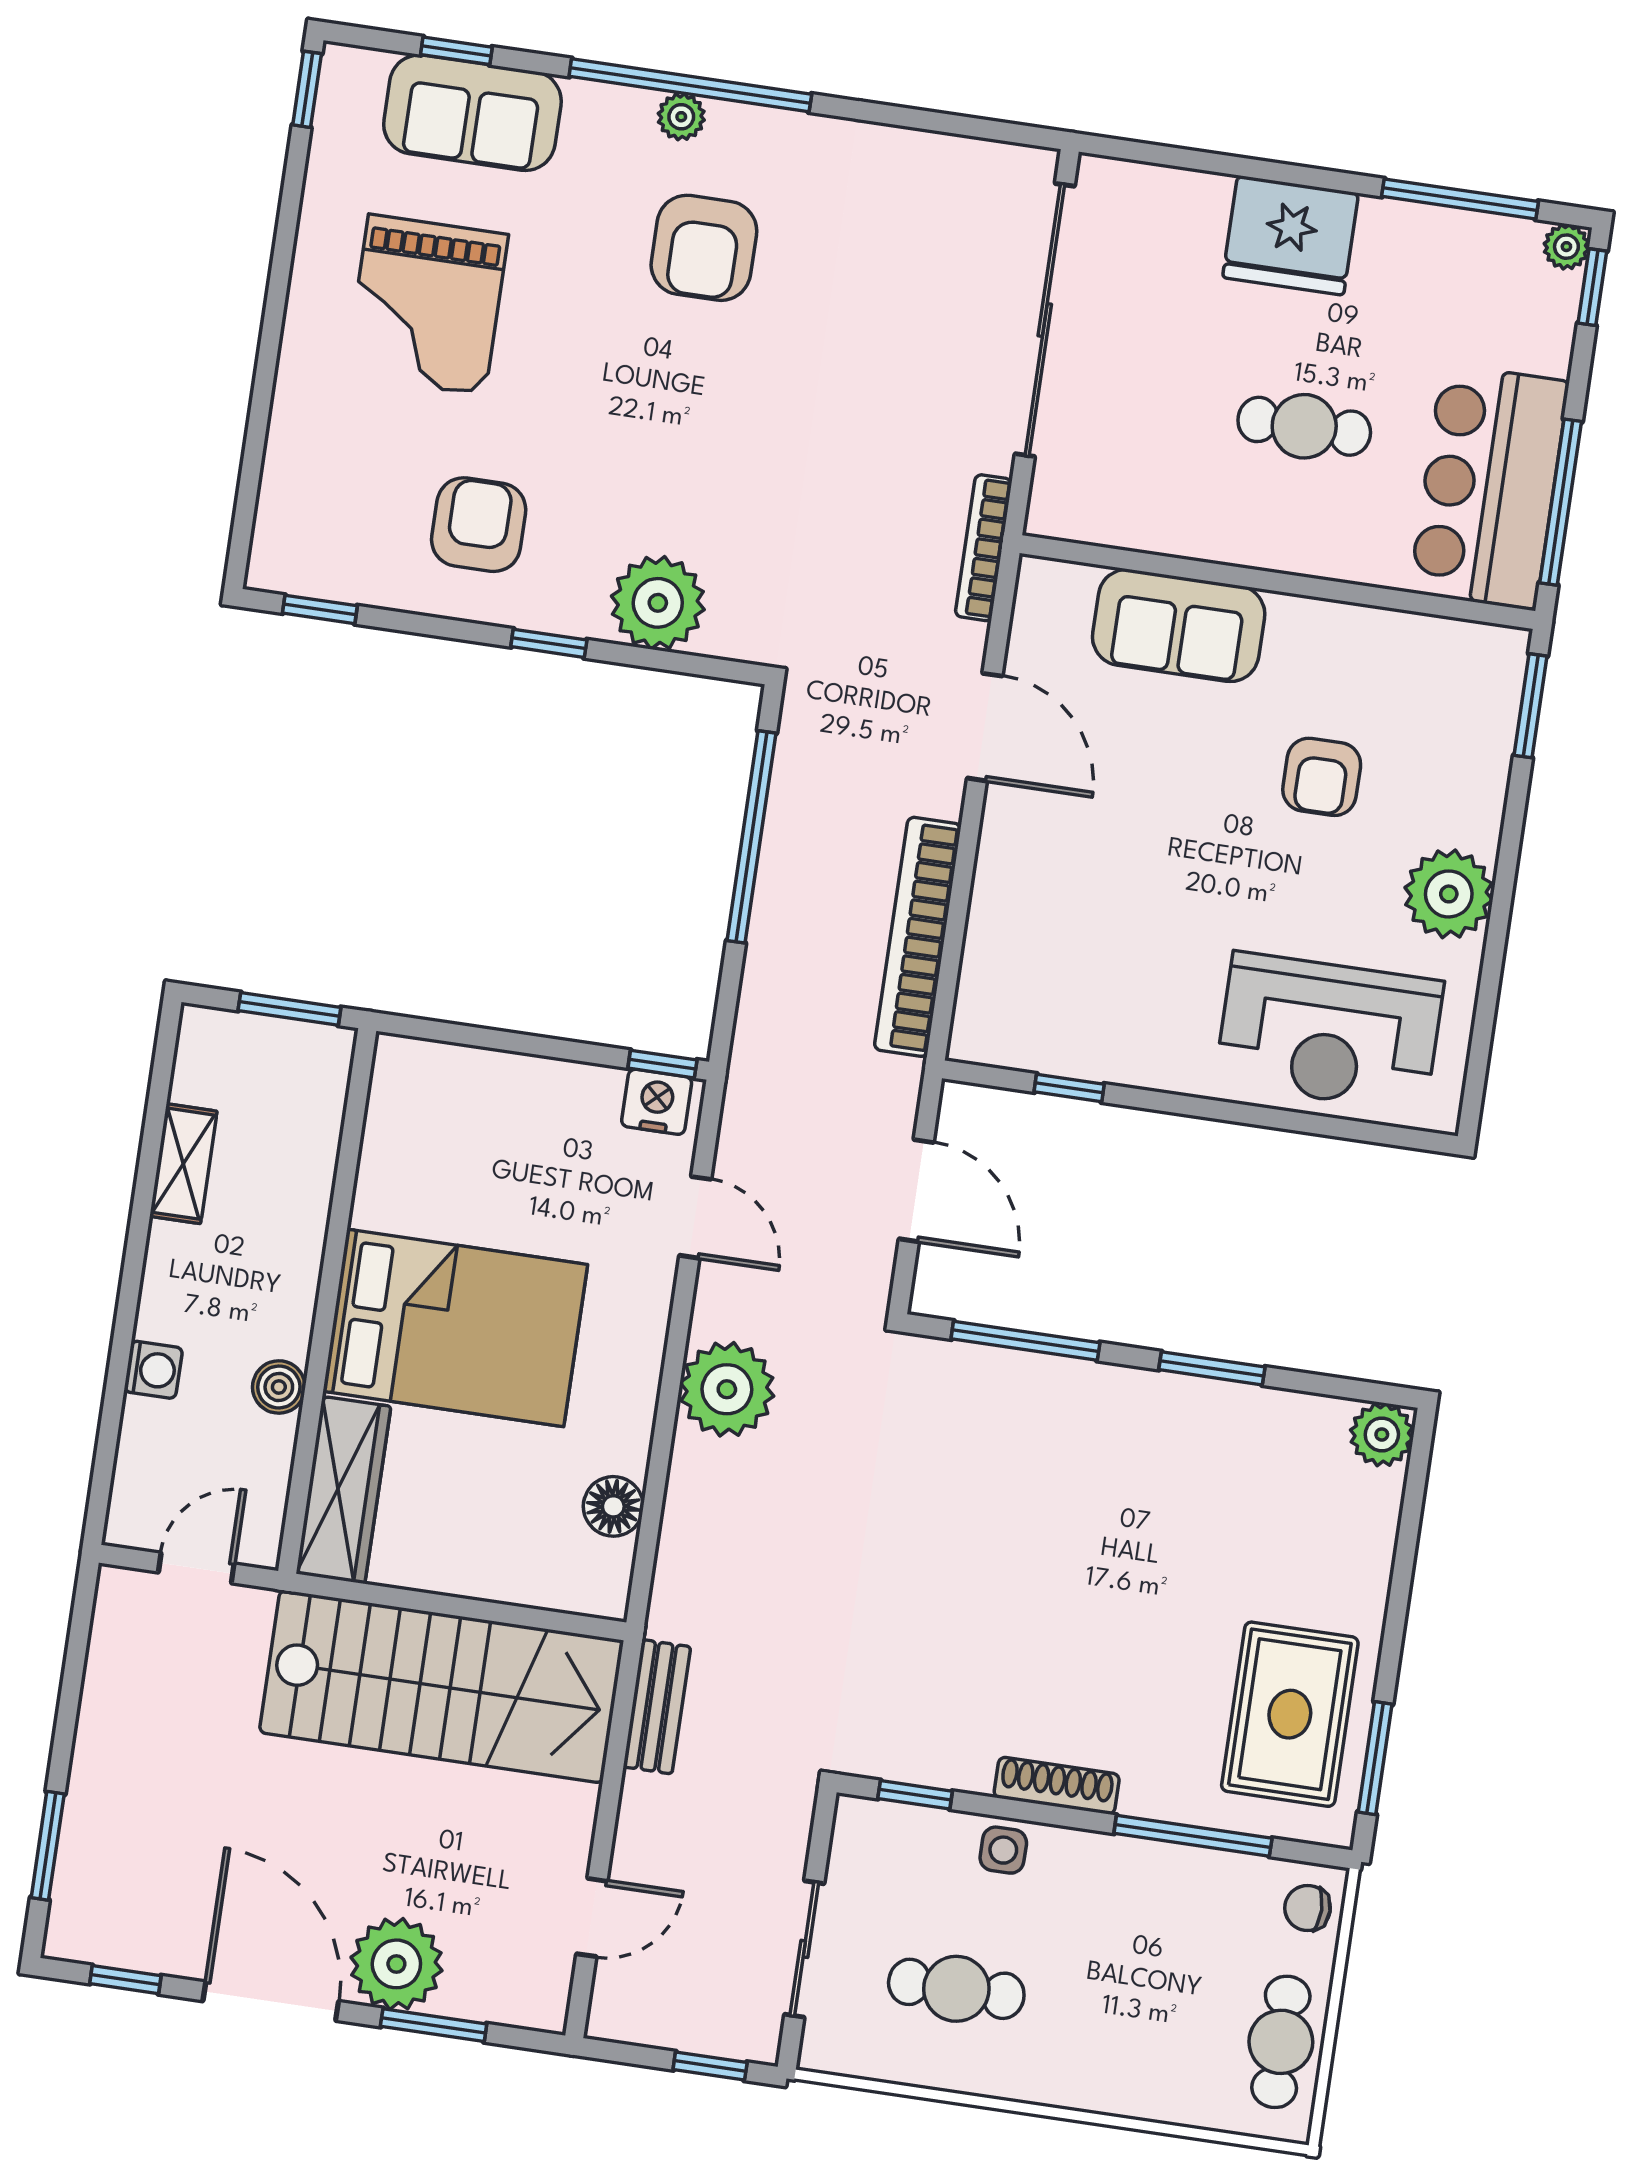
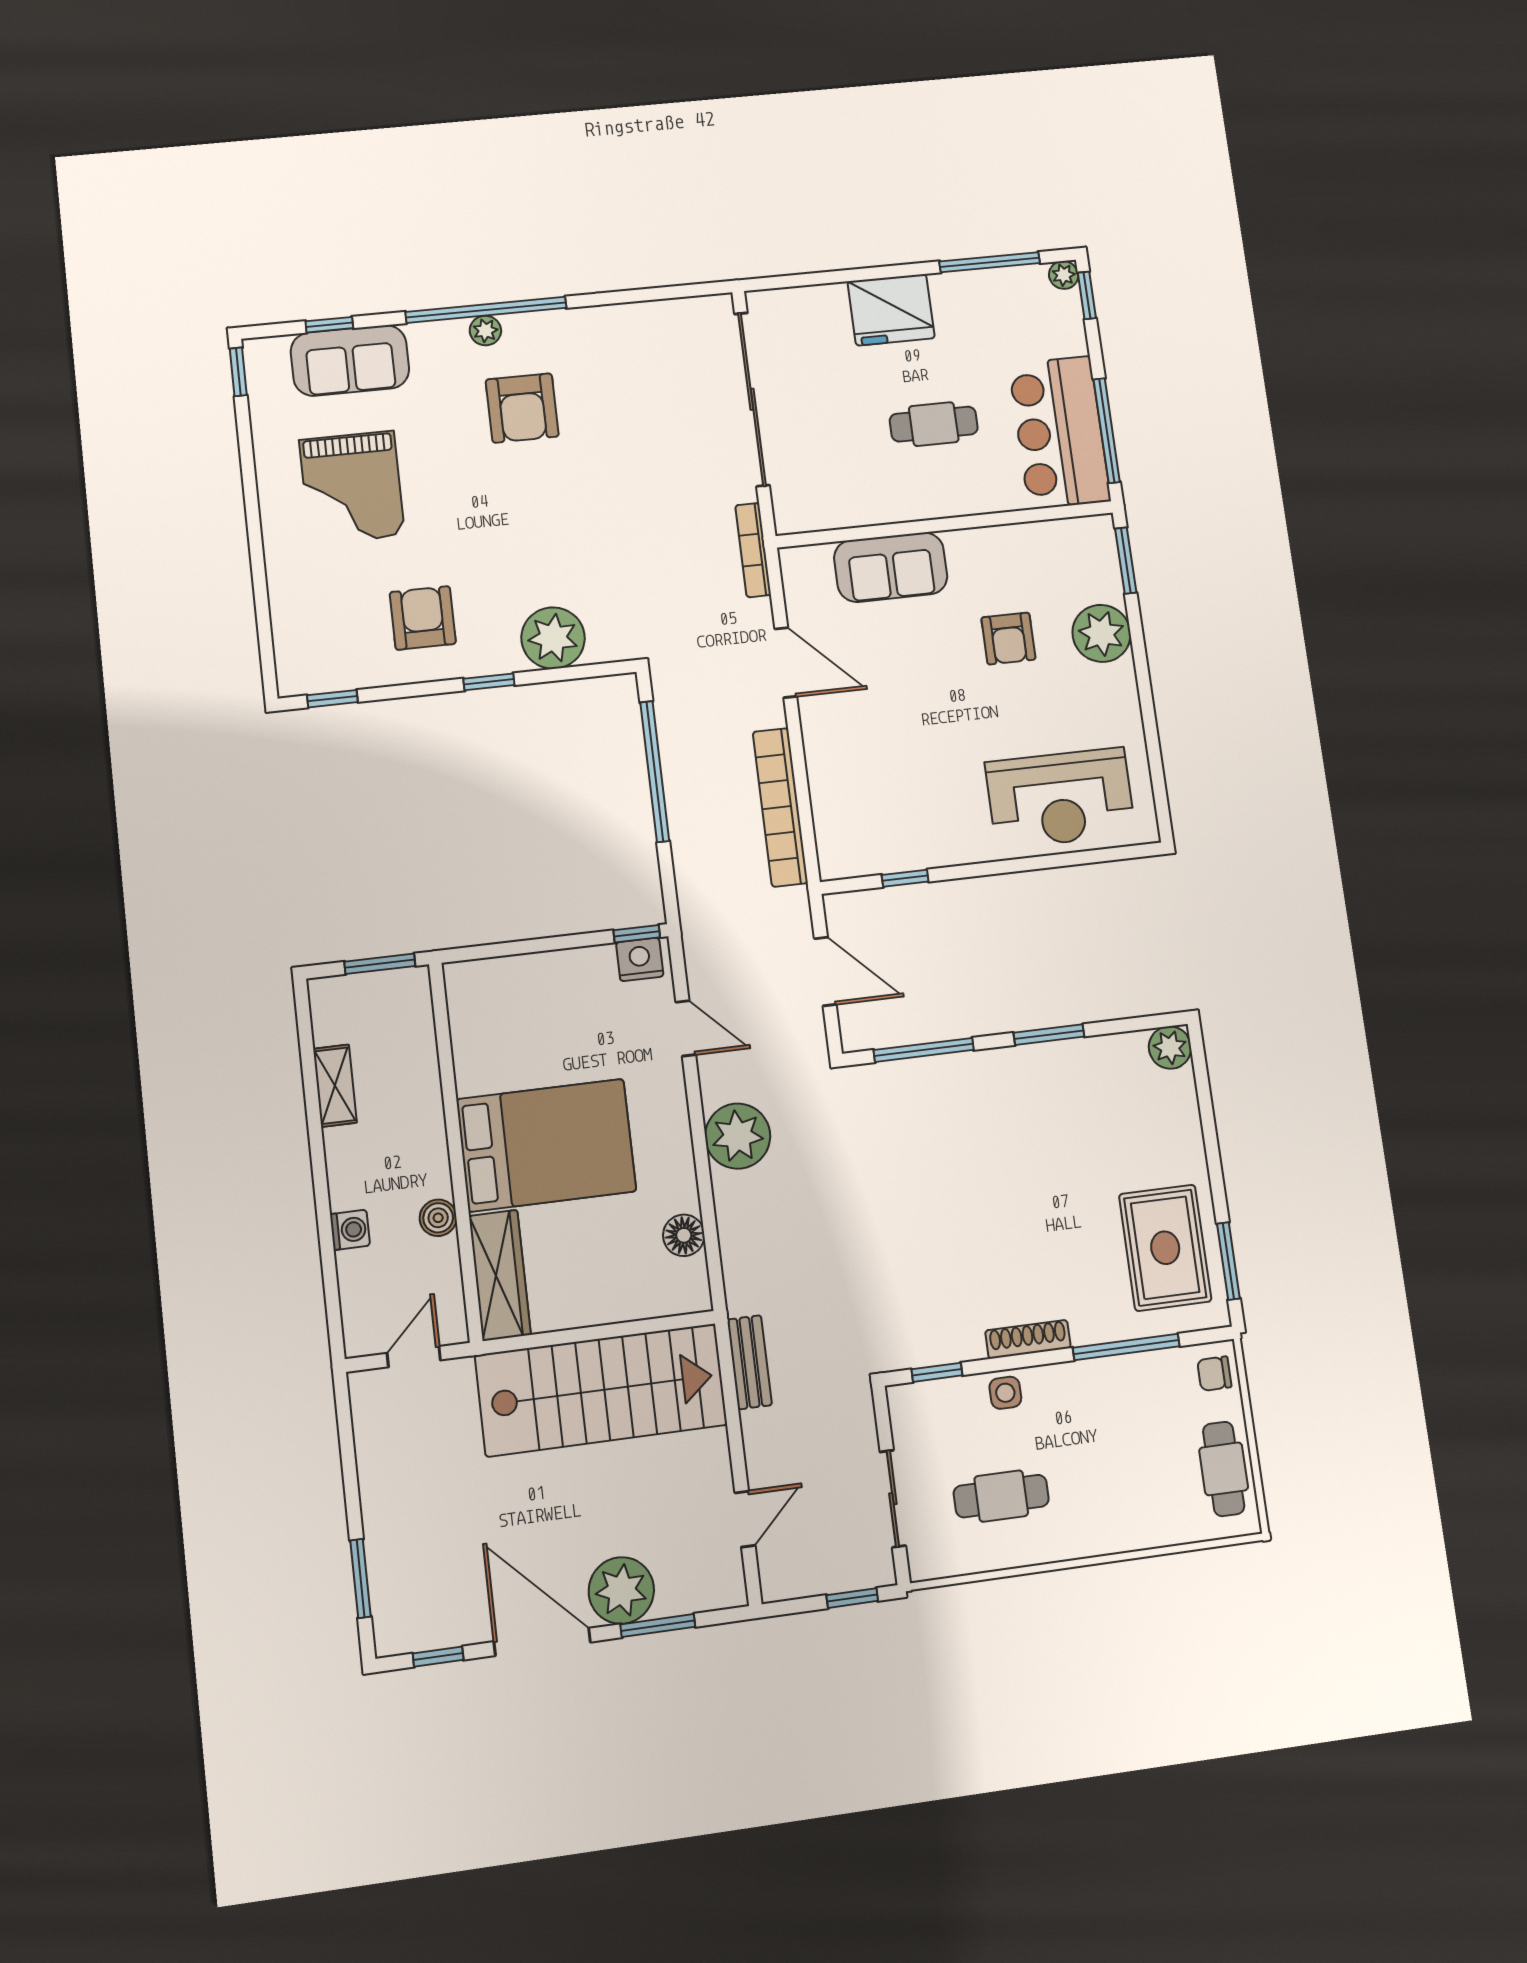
plant: (1449, 894) -> (1101, 633), moved

